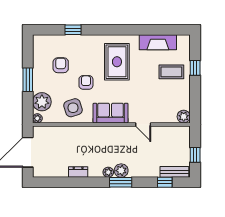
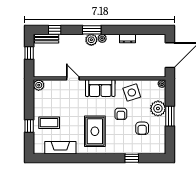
plant: (42, 102) -> (158, 108), moved

